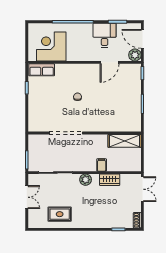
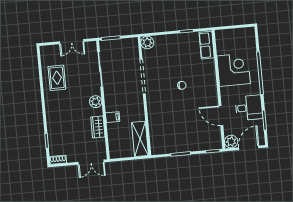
corner desk: (51, 46) -> (234, 70), moved
plant: (34, 126) -> (147, 43), added

